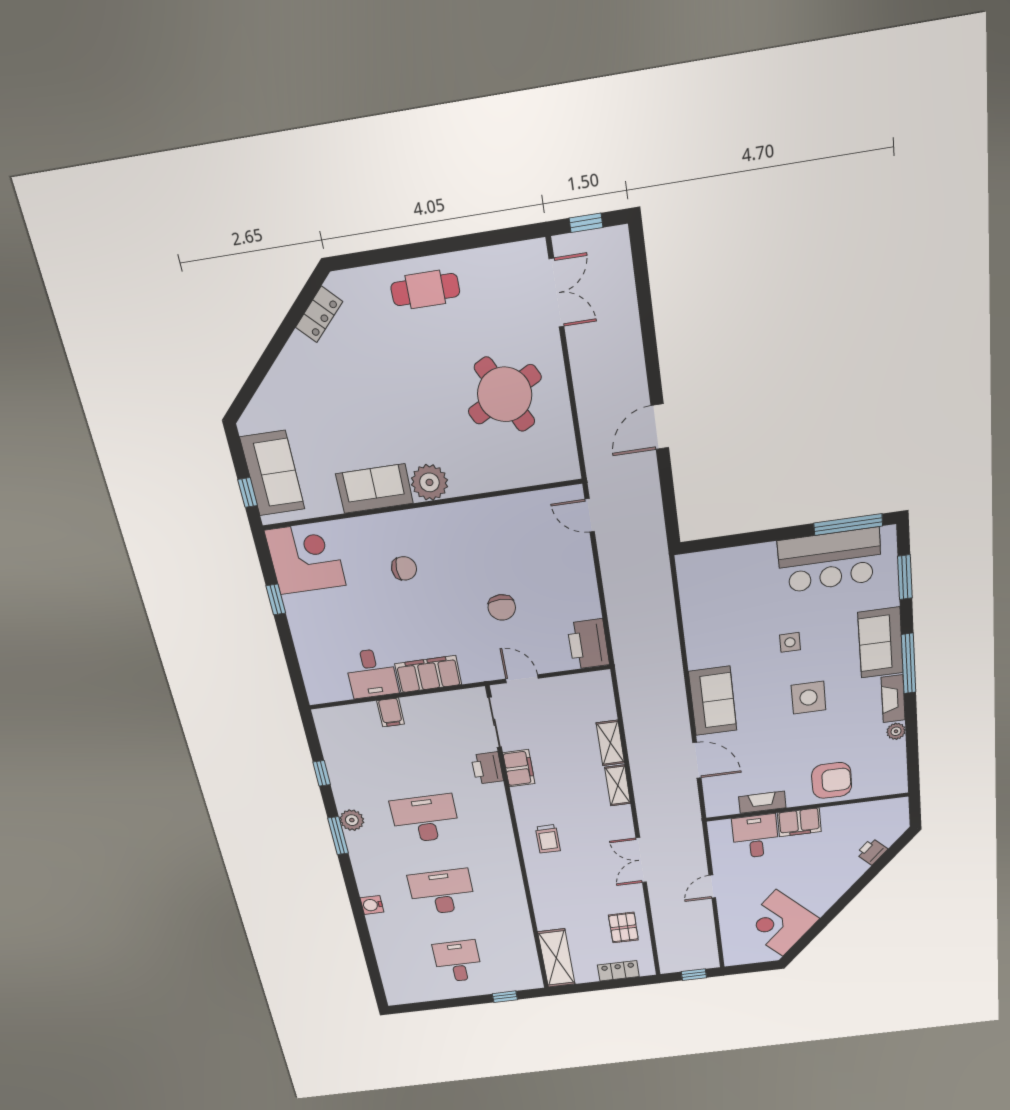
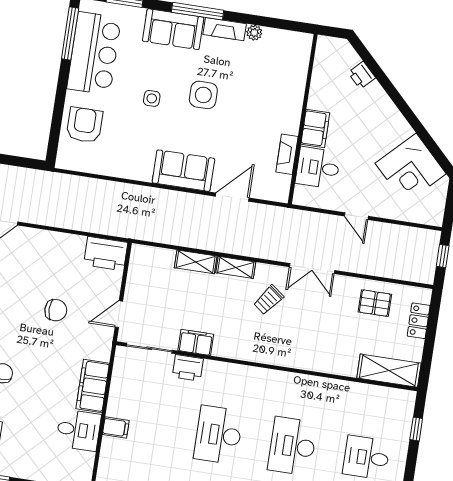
armchair: (832, 780) -> (85, 125), moved
trolley: (548, 839) -> (269, 300), moved, turned 127

